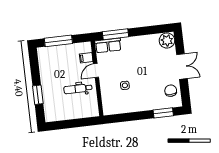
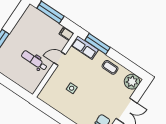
coffee table: (141, 44) -> (110, 67), added
filing cabinet: (86, 58) -> (67, 34), moved

